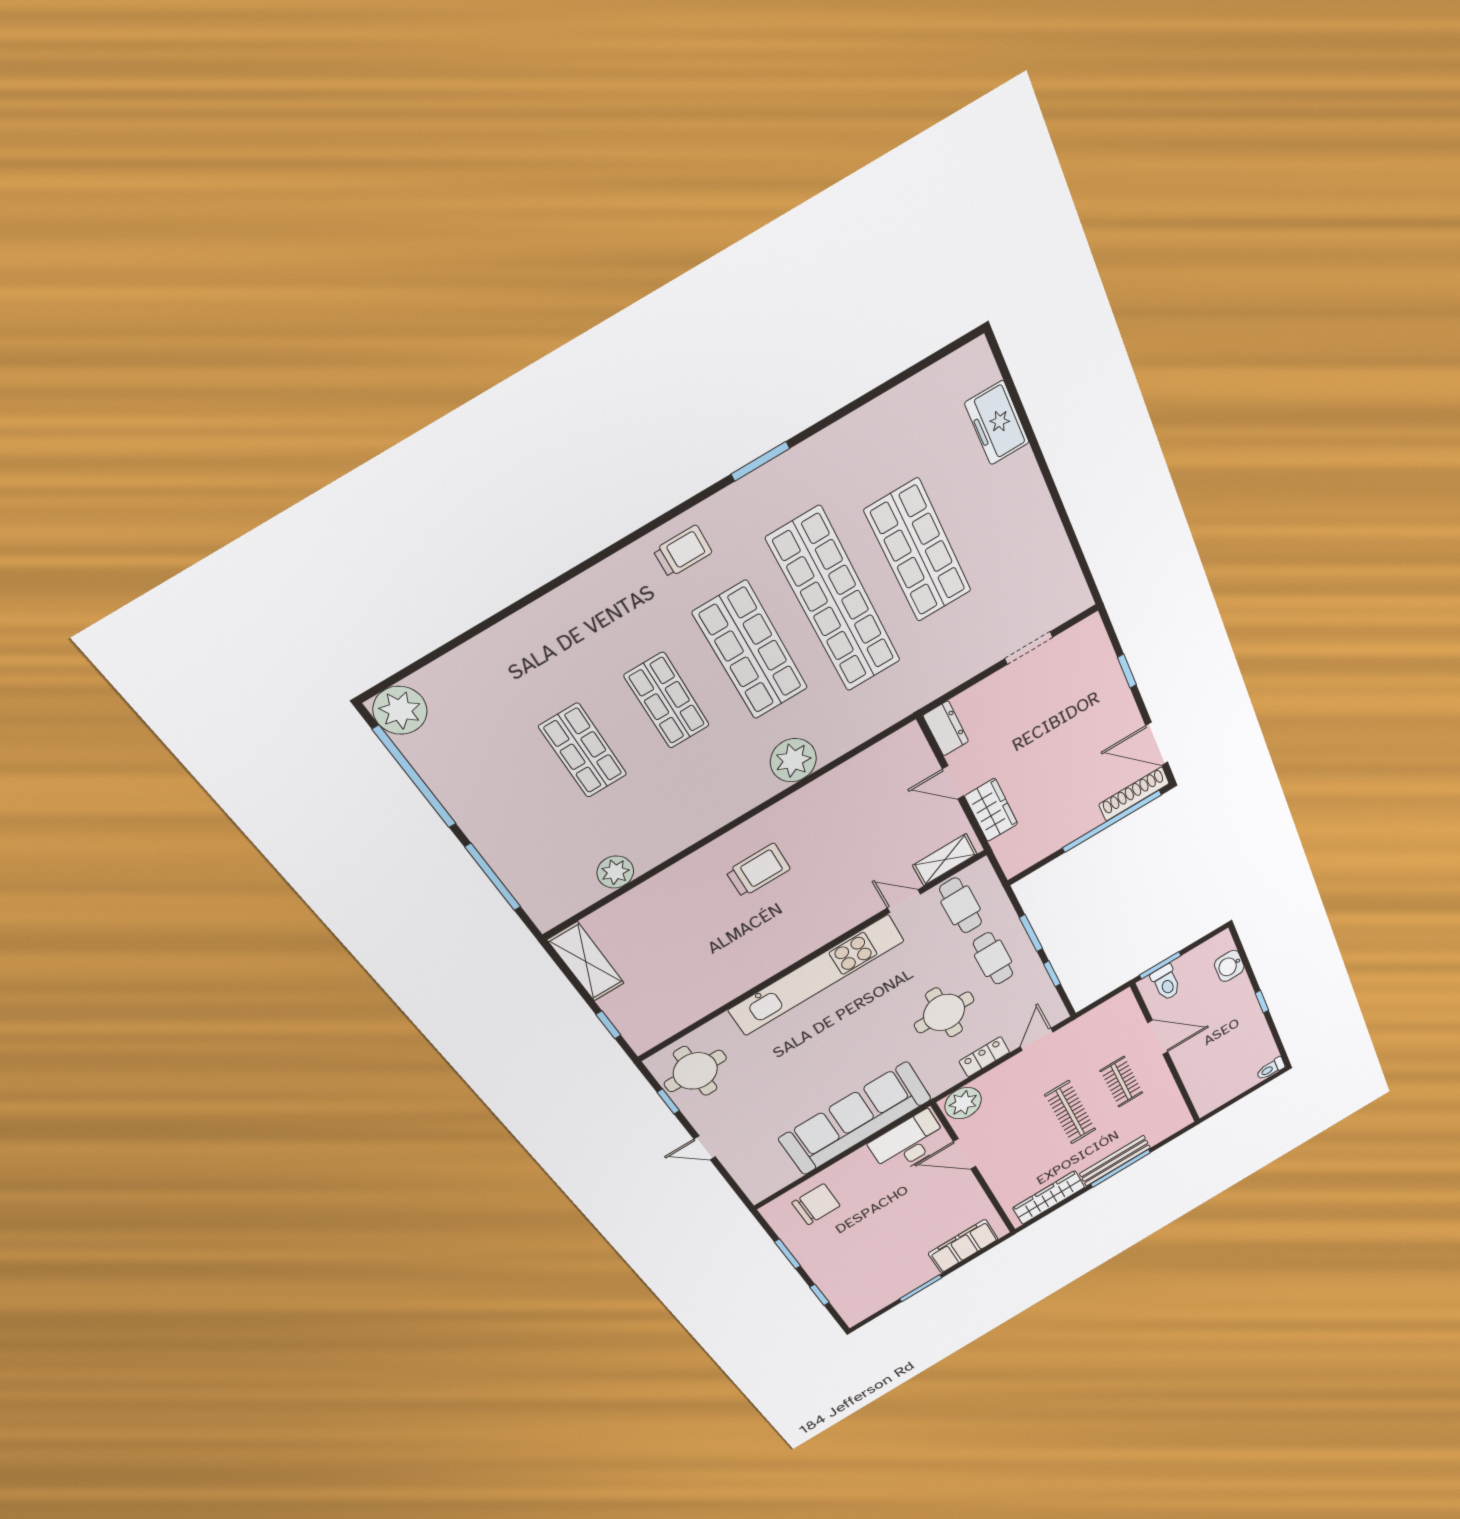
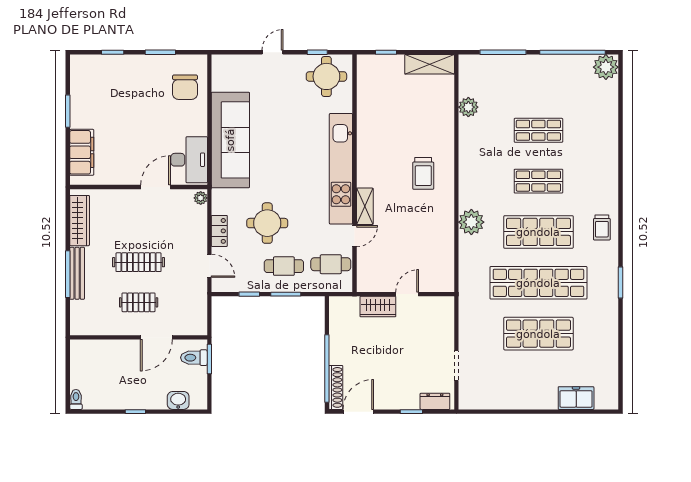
dresser: (946, 728) -> (435, 401), moved, turned 180
shelving: (945, 860) -> (365, 206), moved
plant: (963, 1103) -> (201, 198), width x0.53, depth x0.53

